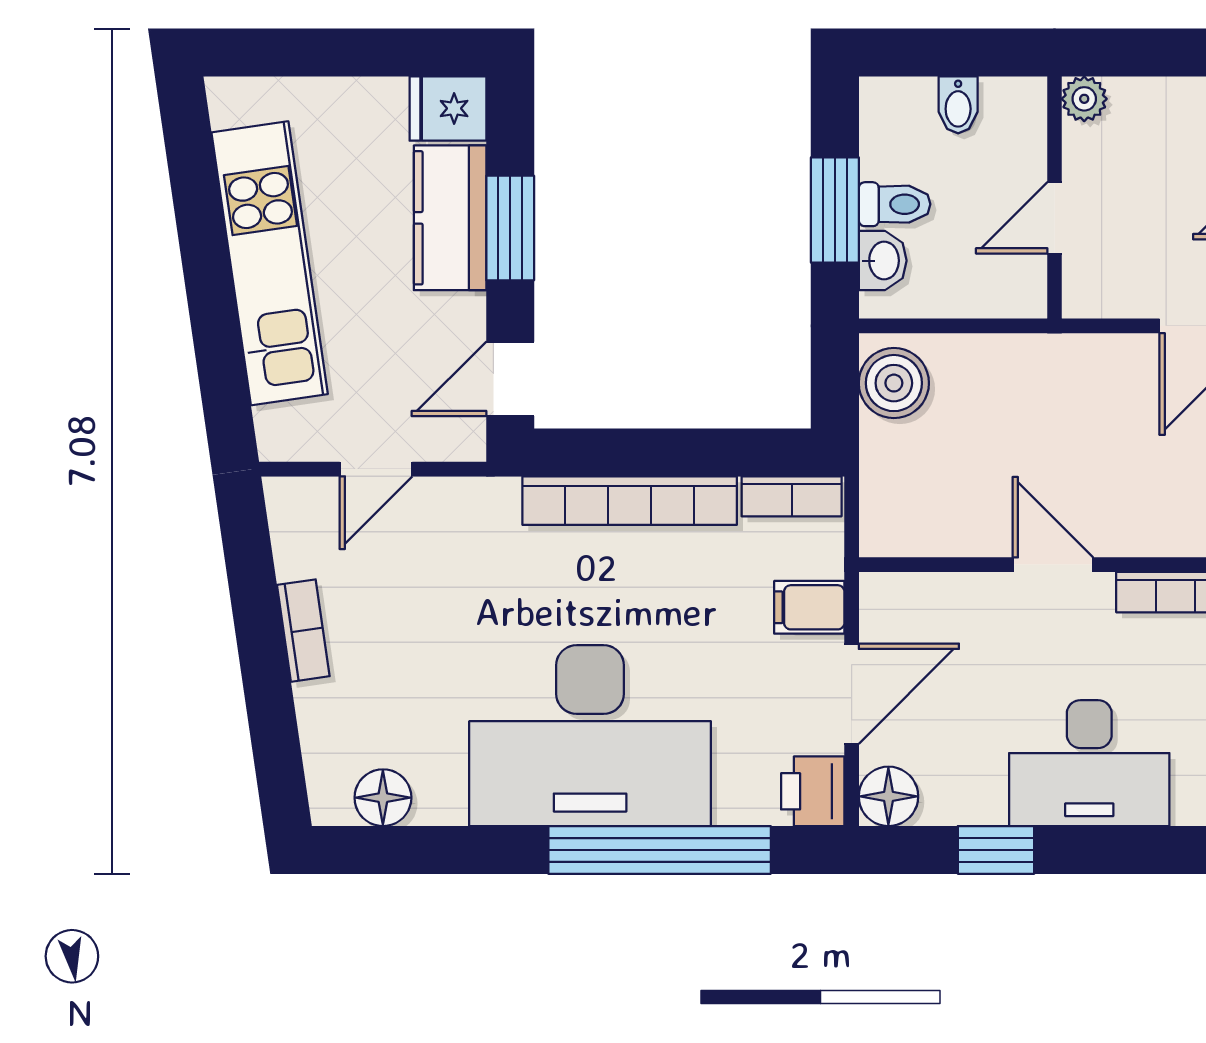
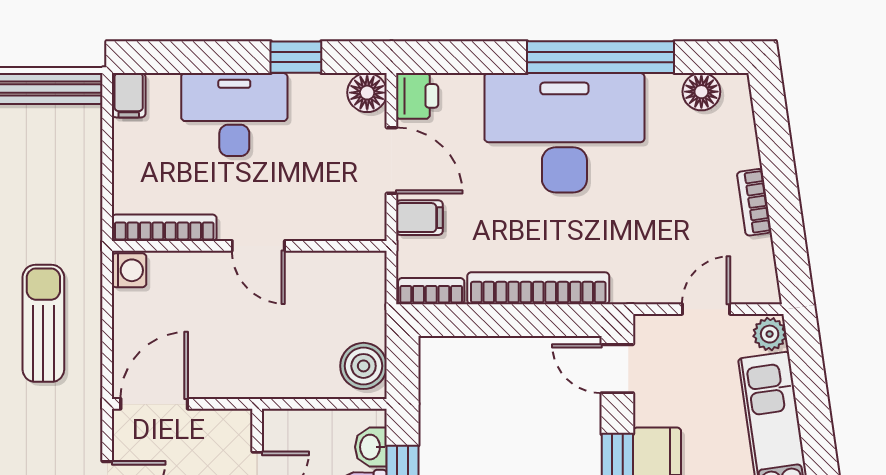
door: (510, 379) -> (617, 369), swing flipped
plant: (280, 431) -> (770, 334), added
door: (852, 694) -> (391, 161), swing flipped
window: (660, 850) -> (601, 57), moved

